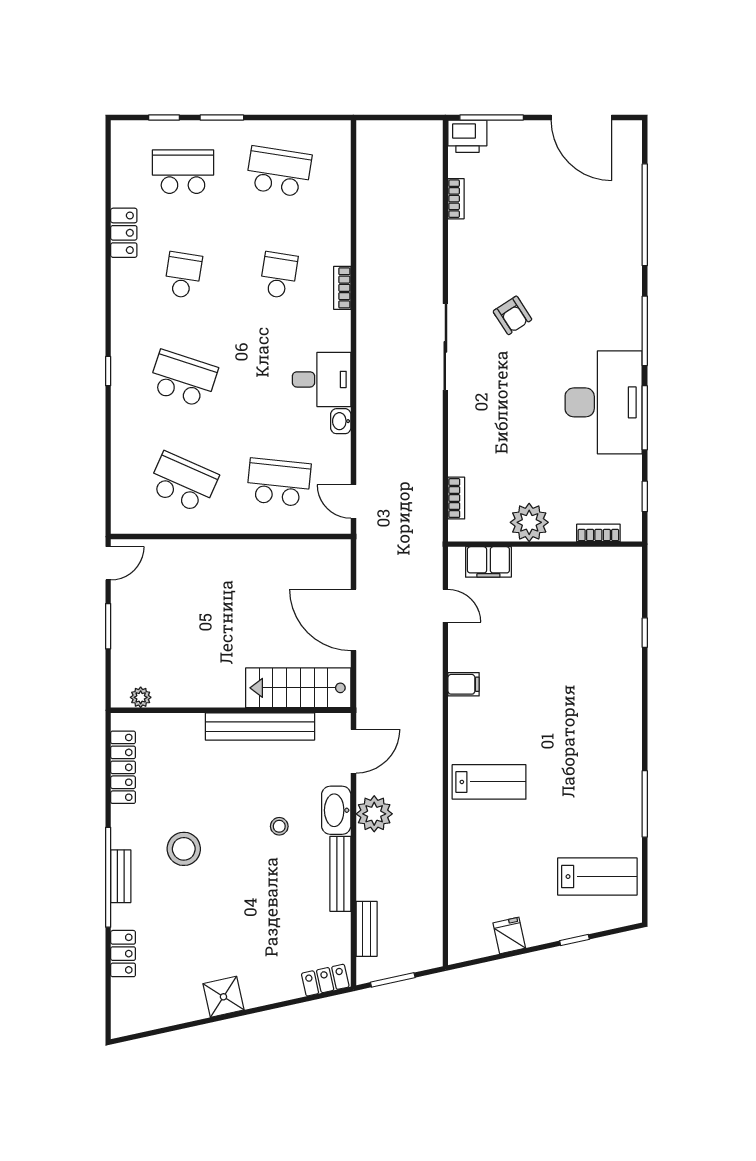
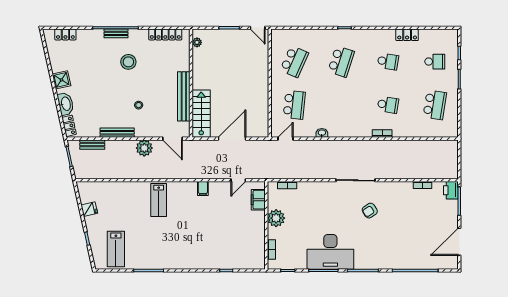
school desk: (183, 172) -> (435, 62), width x0.54
desk: (322, 379) -> (341, 124), removed
washbasin: (336, 810) -> (66, 104), moved, turned 78
locker: (123, 954) -> (65, 34), moved

